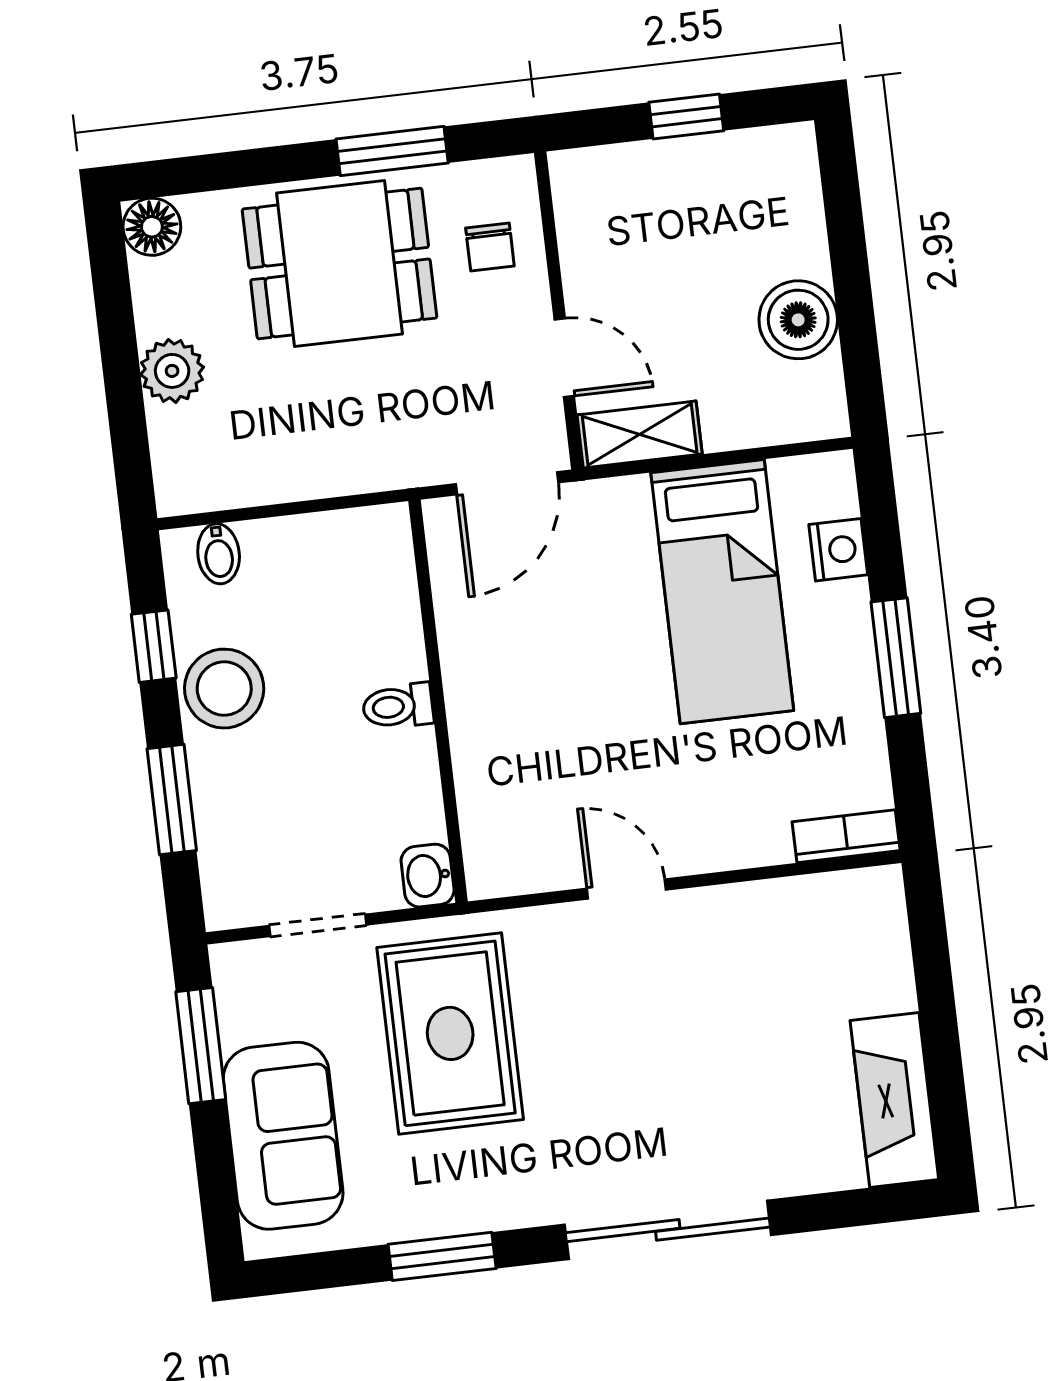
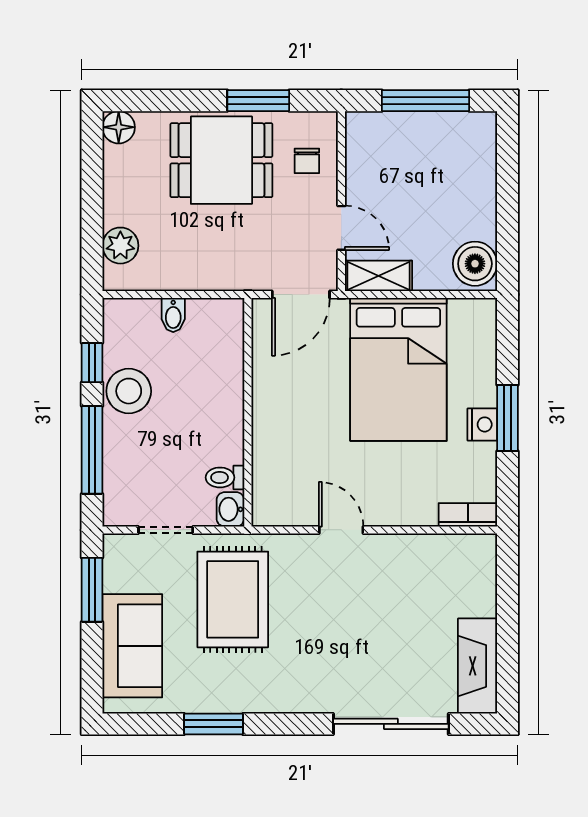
window: (686, 117) -> (426, 101), width x2.17
boiler: (798, 320) -> (475, 264), moved
plant: (172, 371) -> (120, 246), moved
nightstand: (838, 550) -> (482, 424), moved
bidet: (219, 554) -> (173, 315), moved
bed: (722, 592) -> (398, 369), width x1.50
toilet: (398, 706) -> (225, 477), moved
window: (172, 800) -> (92, 450), width x1.44
sliding door: (668, 1230) -> (391, 724), moved

